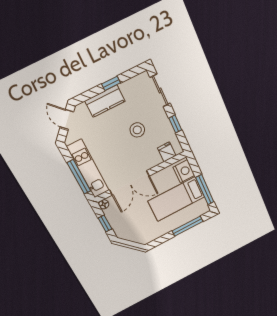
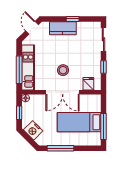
stool: (137, 130) -> (63, 70), moved
nightstand: (184, 171) -> (33, 130), moved, turned 135
double door: (129, 183) -> (63, 92), moved
window: (188, 226) -> (60, 148), moved

